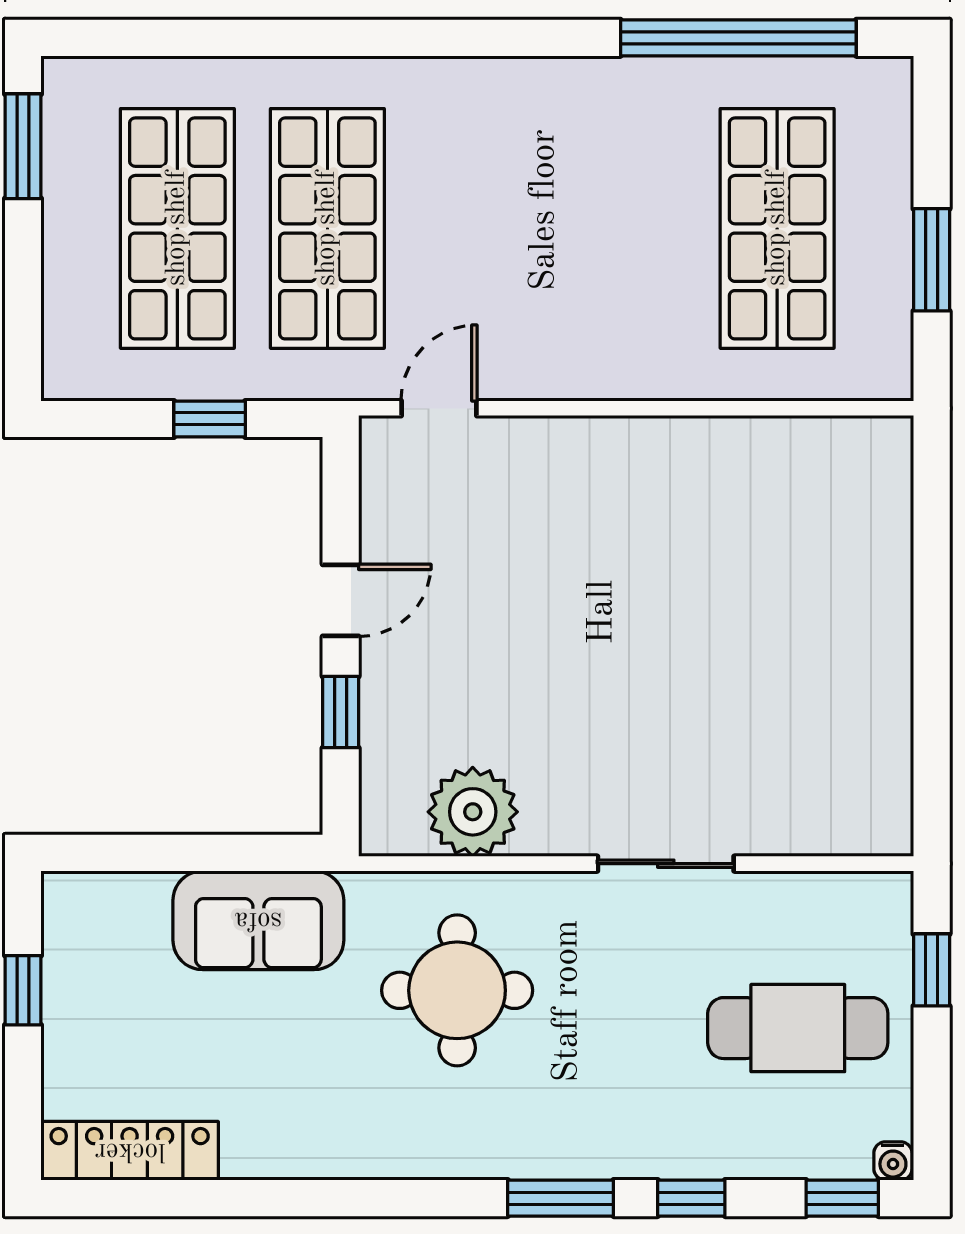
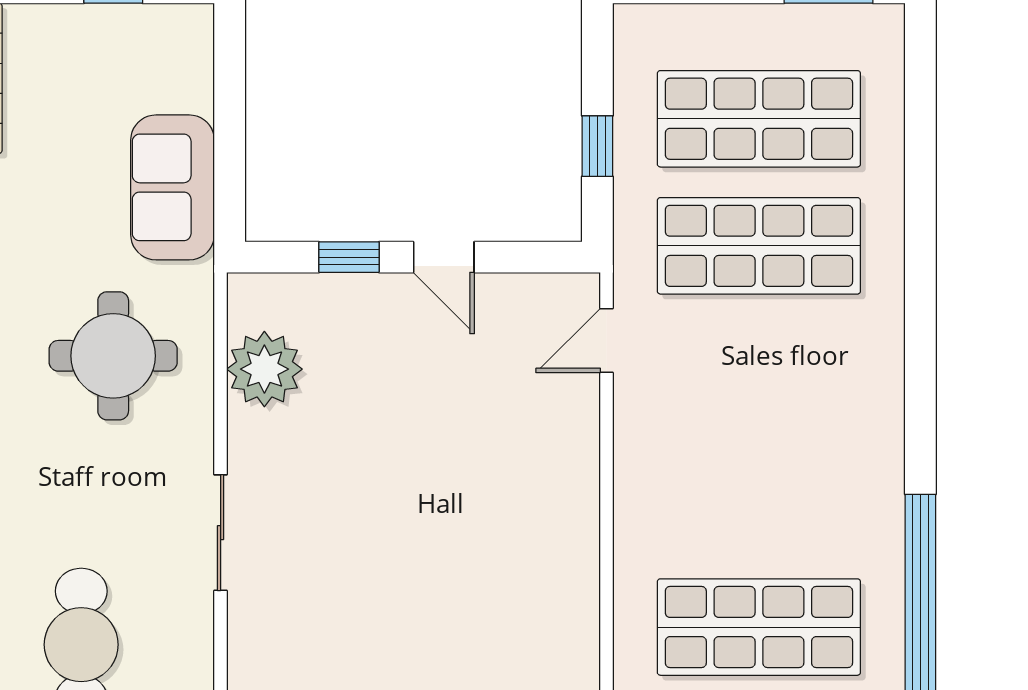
door: (439, 408) -> (607, 340), swing flipped

